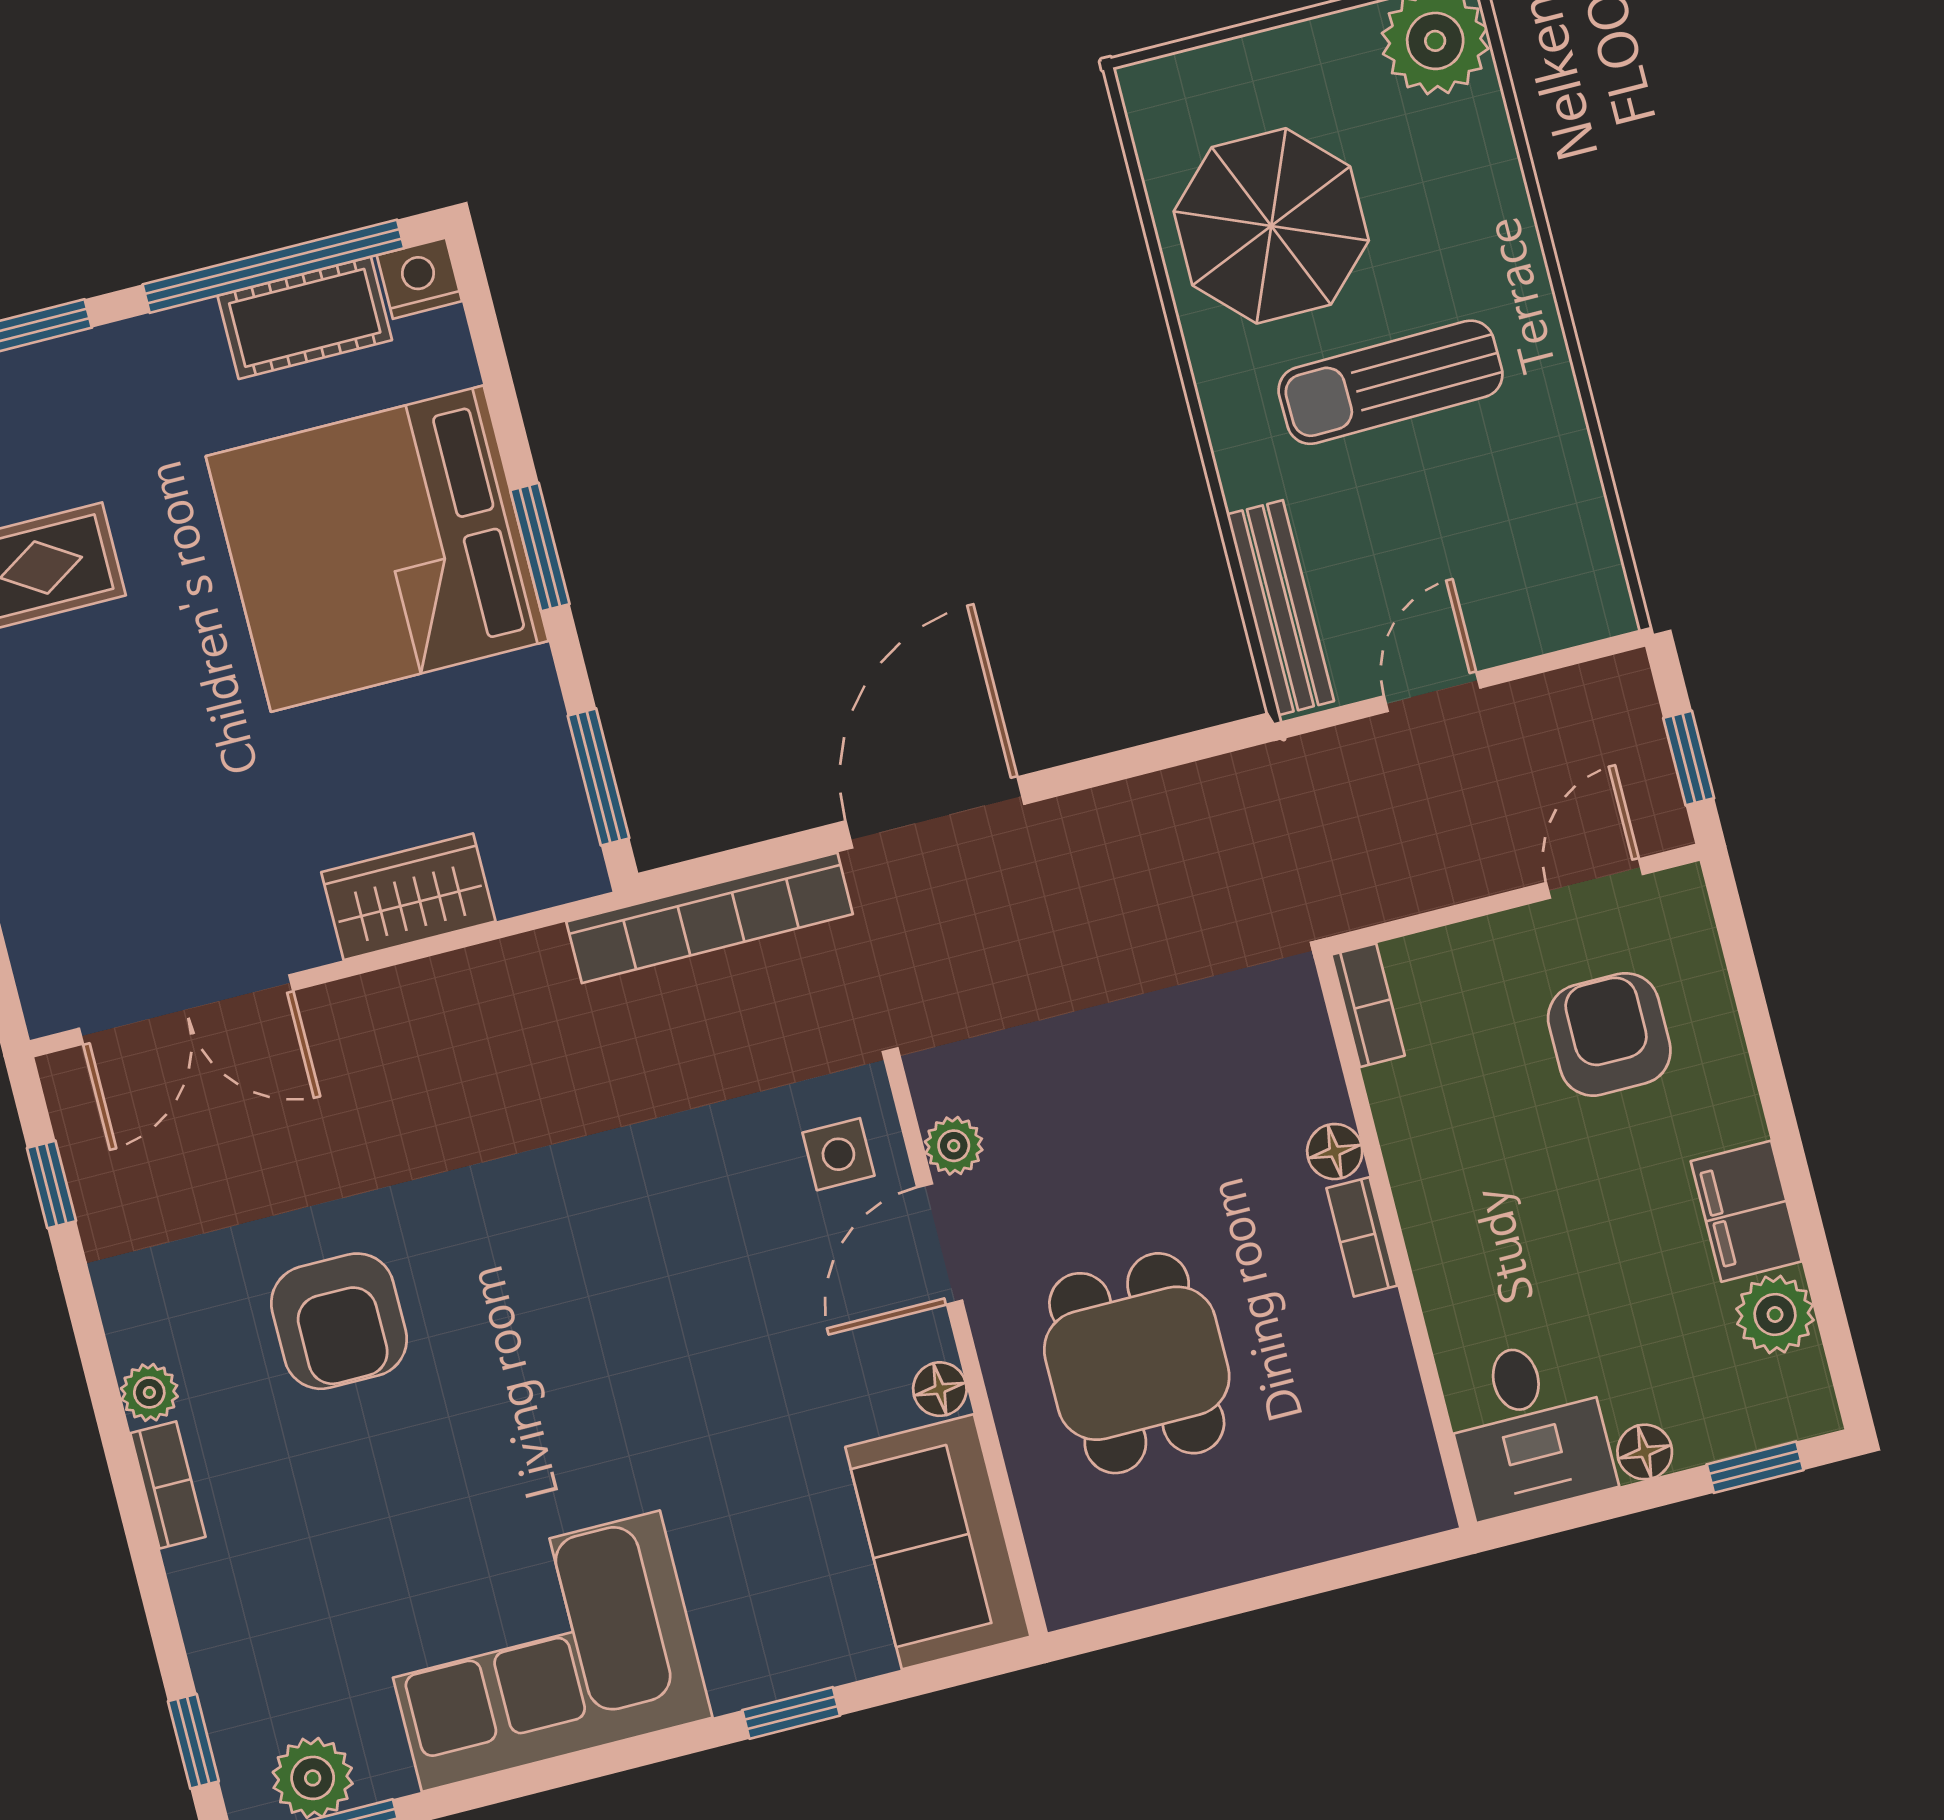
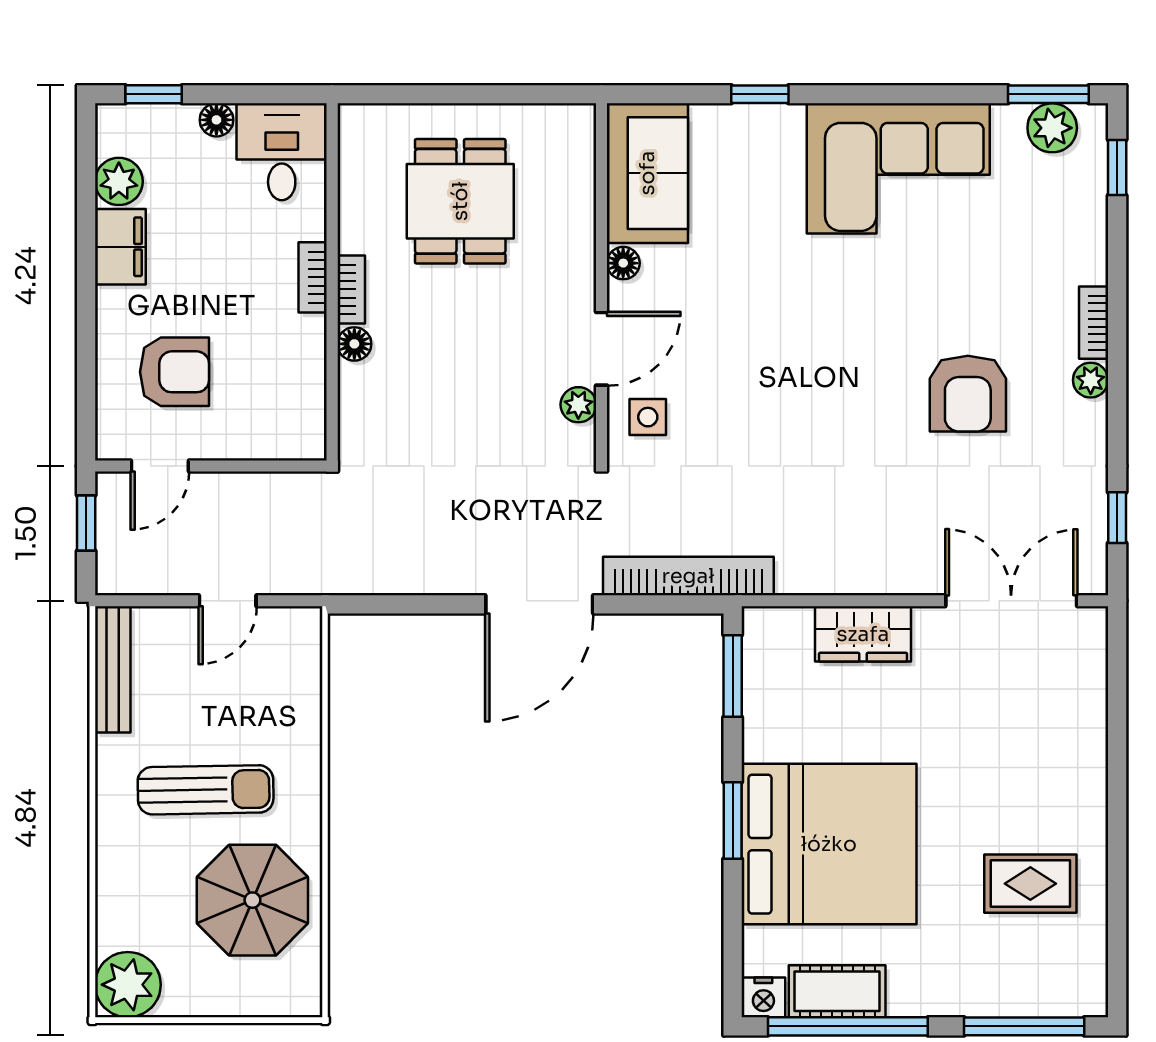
bench: (1280, 608) -> (113, 669), moved
bookcase: (1368, 1005) -> (313, 277), moved
armchair: (1609, 1034) -> (175, 372), turned -90
armchair: (339, 1321) -> (968, 394), turned 180
dining table: (1137, 1363) -> (460, 201), moved

